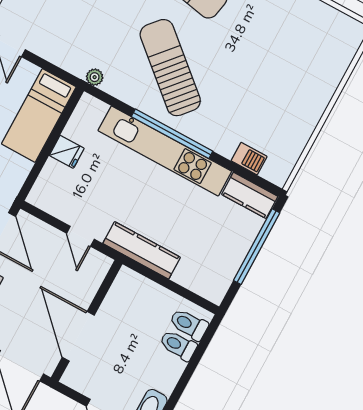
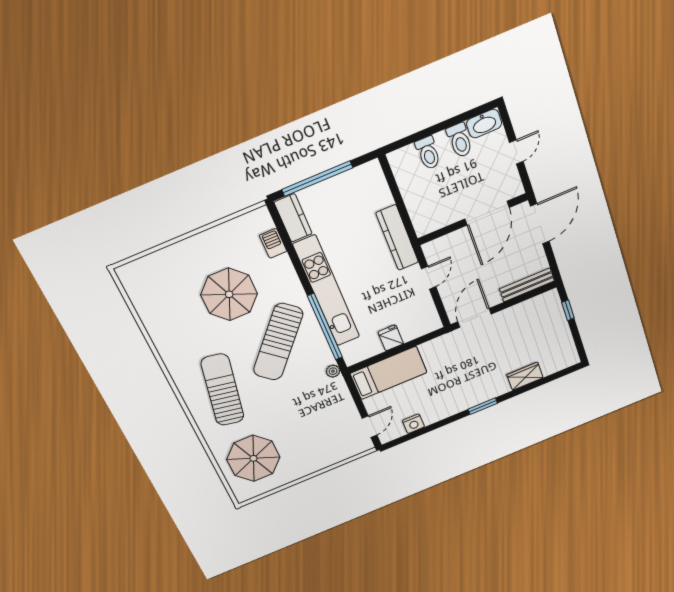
parasol: (251, 80) -> (229, 294), added
window: (172, 134) -> (325, 327), moved
toilet: (189, 324) -> (460, 140), moved

